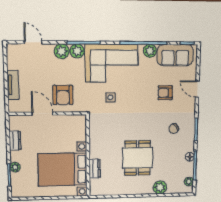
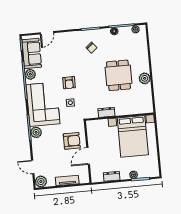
door: (33, 42) -> (33, 167), hinge flipped
plant: (62, 51) -> (41, 182), moved
door: (197, 89) -> (47, 33), moved
armchair: (165, 93) -> (69, 83), moved
dining table: (137, 158) -> (118, 75), turned 90
dresser: (95, 169) -> (106, 112), moved
plant: (160, 187) -> (145, 78), moved

